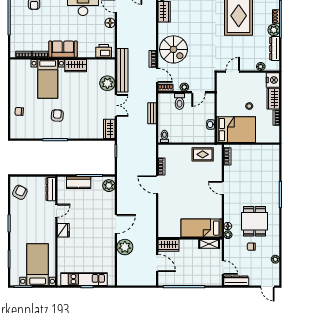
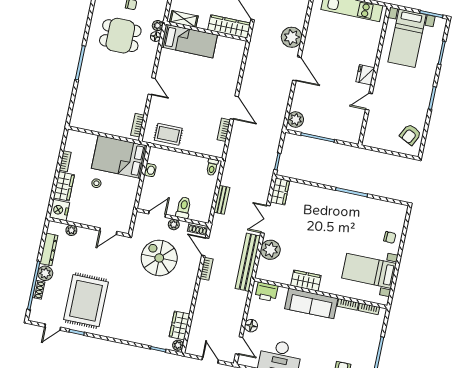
sofa: (63, 49) -> (311, 303), width x1.36
spiral stairs: (173, 49) -> (159, 258), moved
bed with nightstands: (48, 79) -> (369, 271), moved, turned -90
armchair: (57, 115) -> (343, 222), removed
kitchen counter: (79, 183) -> (333, 131), removed
dresser: (51, 189) -> (370, 130), removed
dining table: (254, 221) -> (120, 36), turned 90
door: (116, 224) -> (297, 69), swing flipped
wardrobe: (169, 245) -> (229, 27), width x1.50

